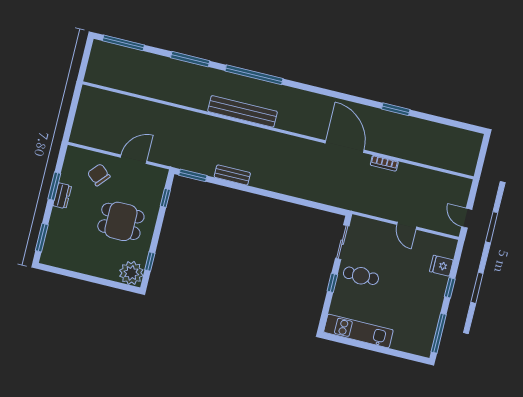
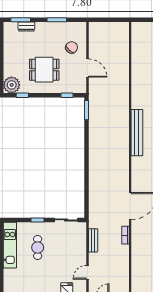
bench: (232, 175) -> (93, 240), moved
dresser: (62, 196) -> (26, 27), moved
dining table: (121, 221) -> (44, 70), turned 90
door: (407, 226) -> (87, 272), moved
cafe table: (361, 276) -> (38, 247), moved

